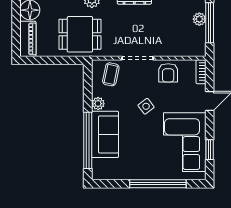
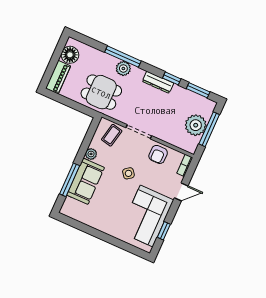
plant: (199, 19) -> (196, 125), width x1.87, depth x1.87
window: (88, 140) -> (70, 180), width x0.68
window: (158, 184) -> (110, 240), removed

